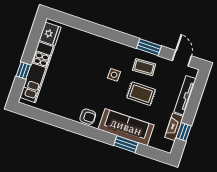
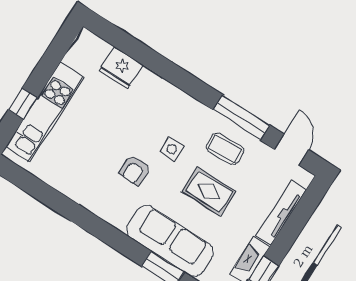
fridge: (50, 34) -> (121, 68), moved, turned 90
window: (149, 47) -> (241, 117), width x1.44
armchair: (88, 117) -> (135, 170), moved, turned 90

